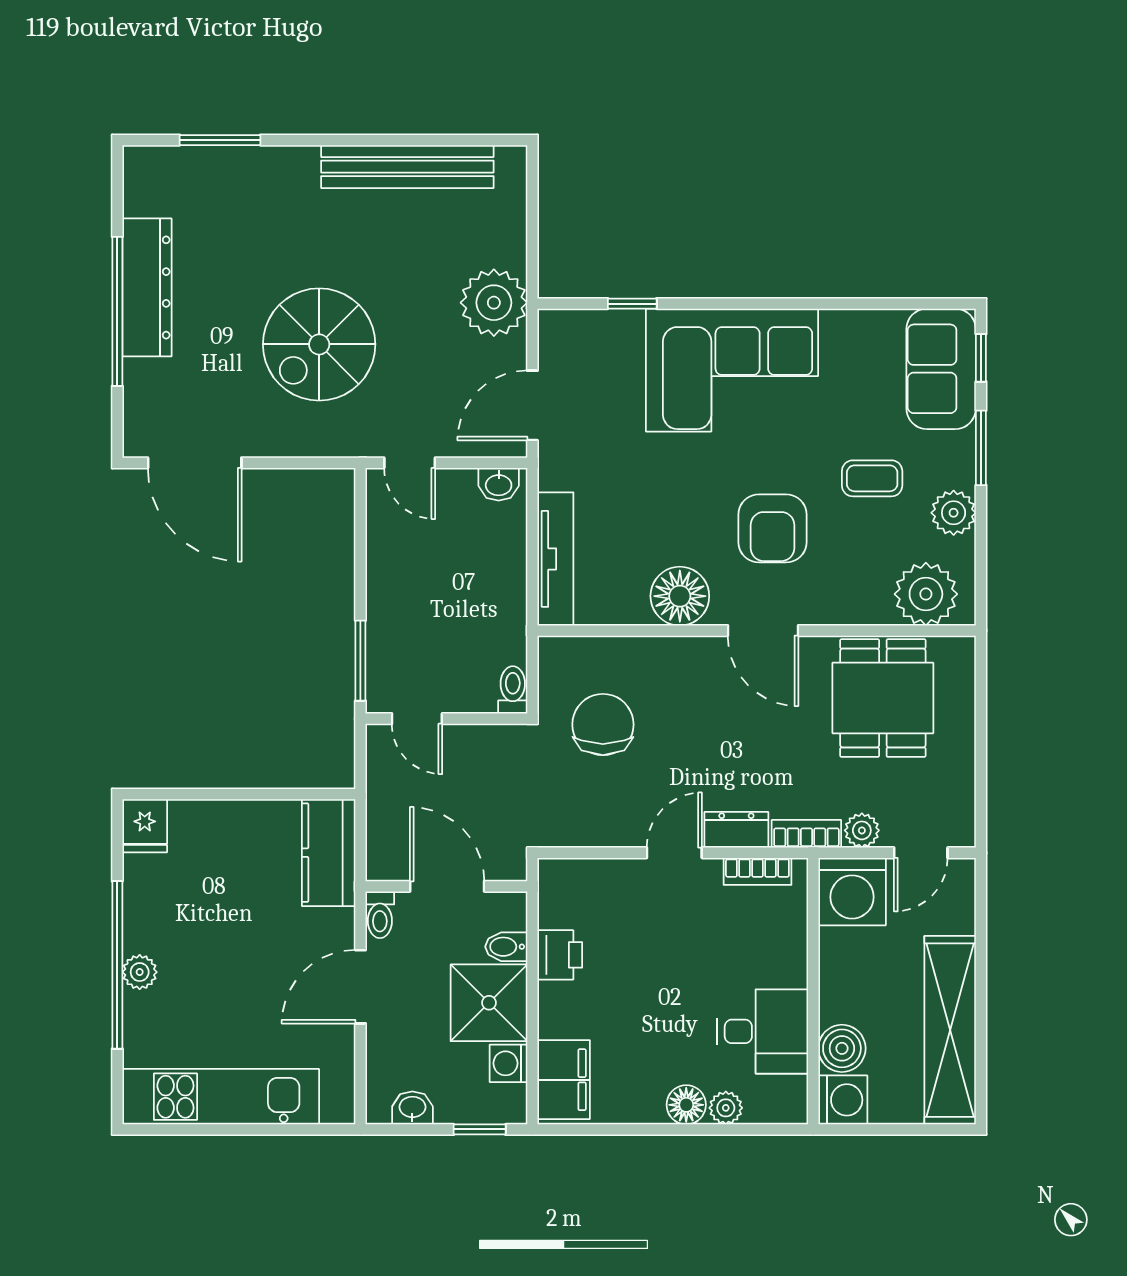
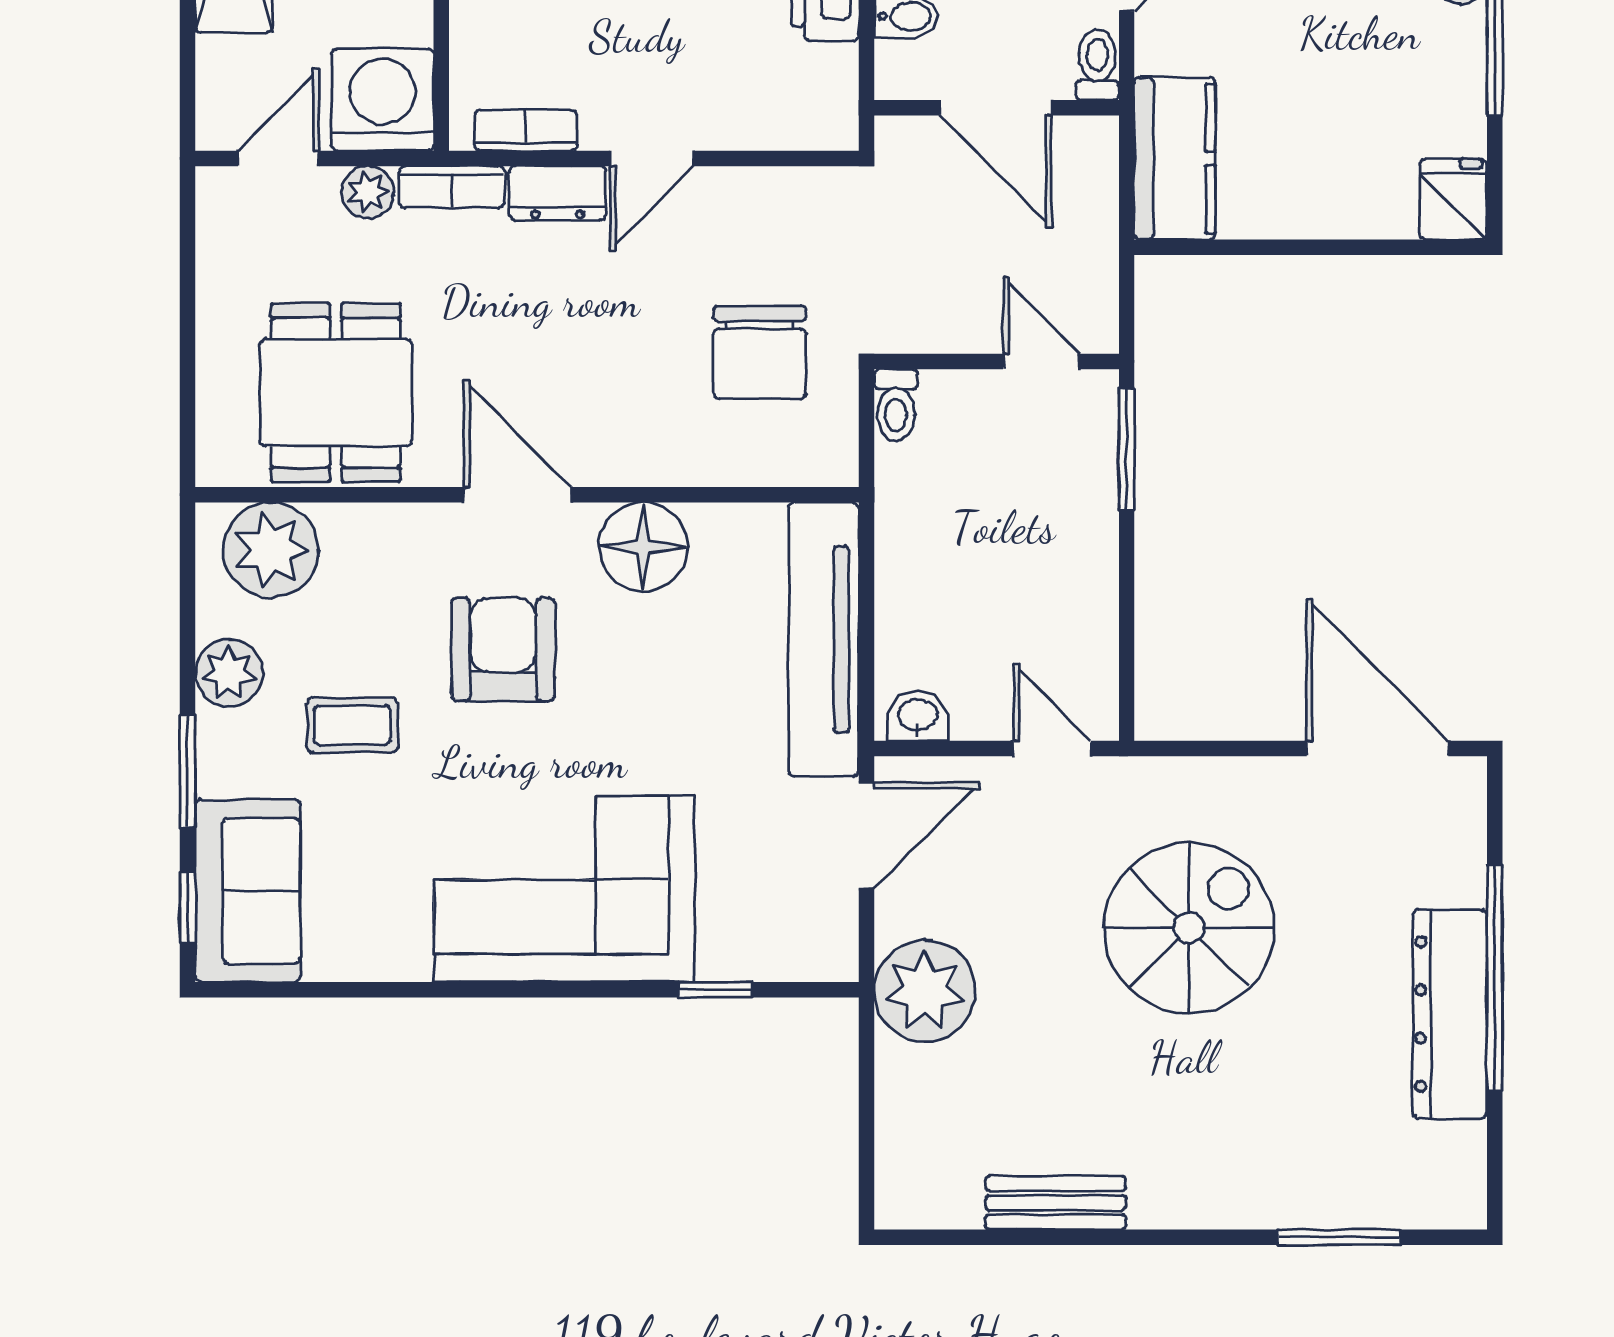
bench: (407, 167) -> (1056, 1203), width x0.54, depth x0.82
tv unit: (555, 559) -> (824, 640), width x1.36, depth x1.29

